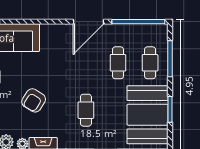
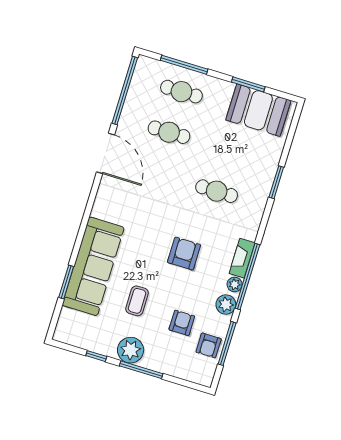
armchair: (34, 100) -> (184, 254), turned -122
booth: (148, 115) -> (258, 110), width x0.73, depth x0.70

